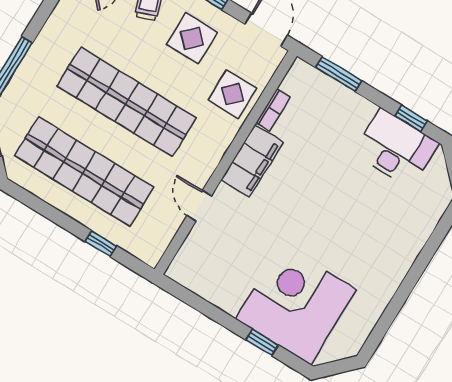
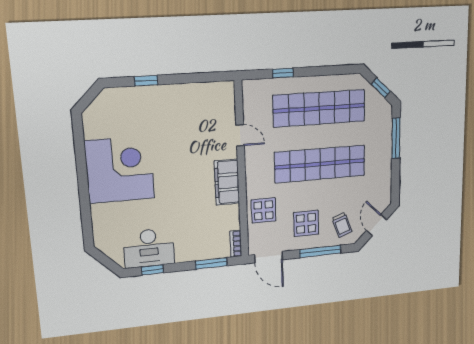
bookcase: (273, 110) -> (236, 244), moved
corner desk: (296, 304) -> (120, 170), moved, turned -90

